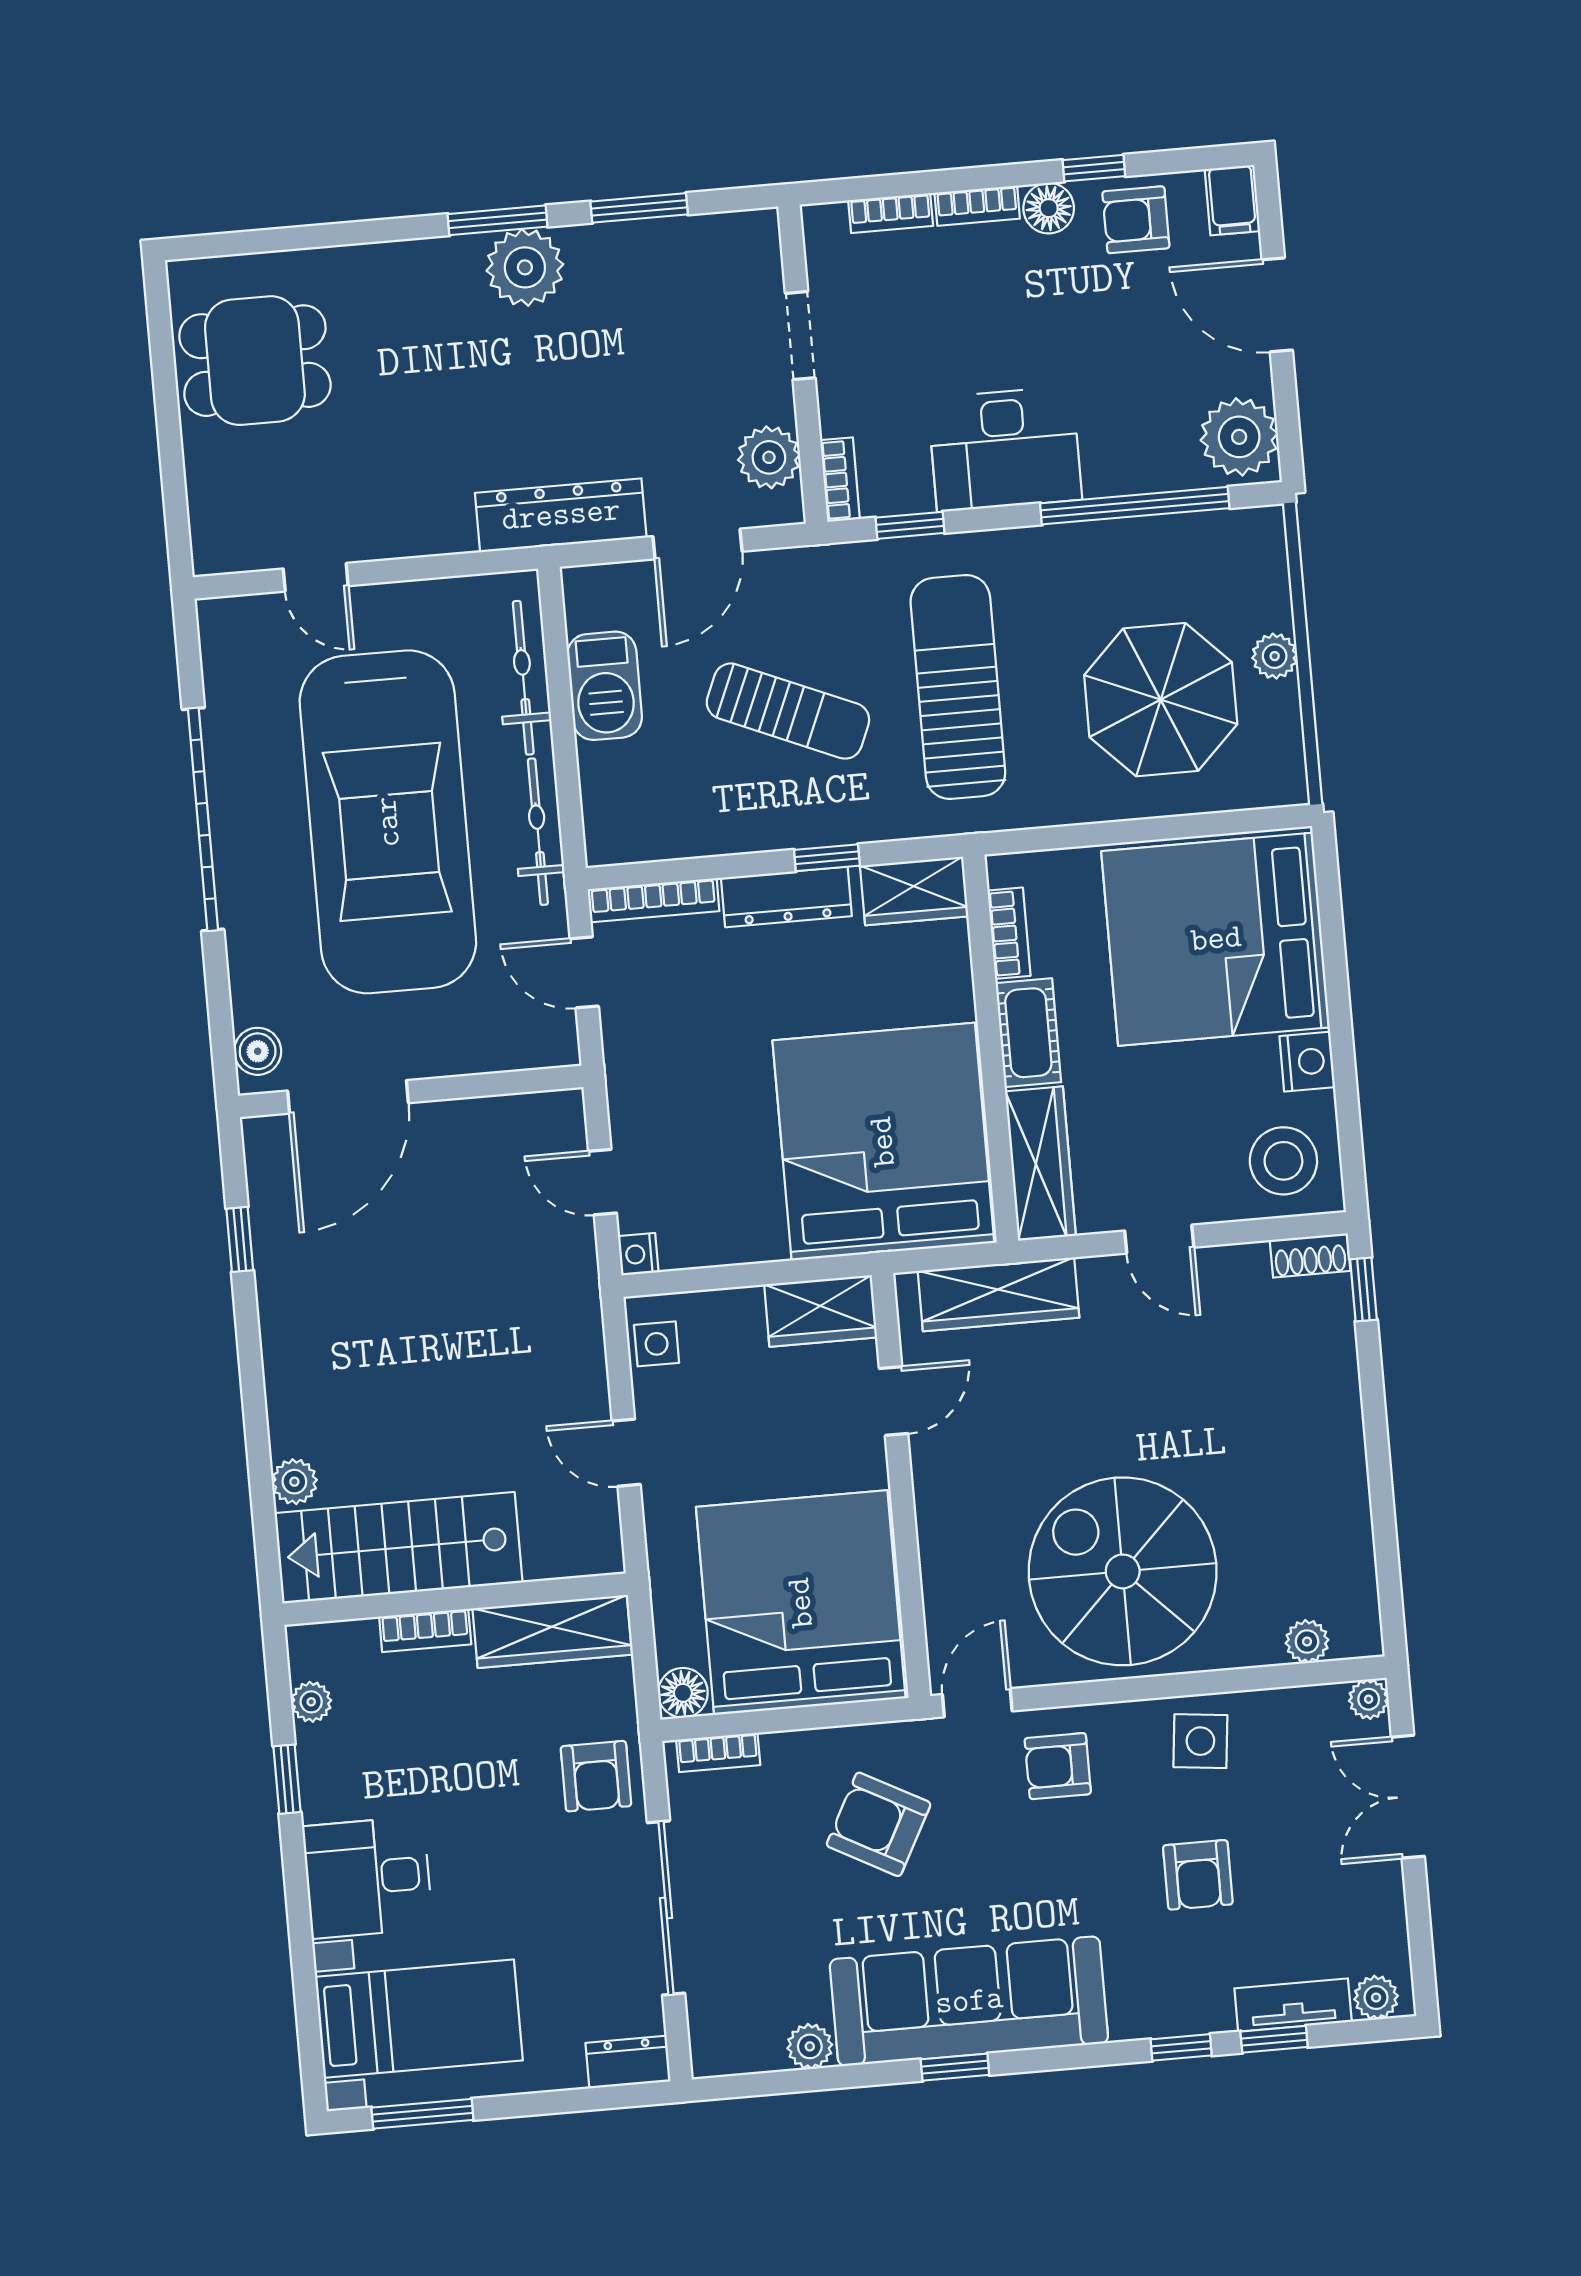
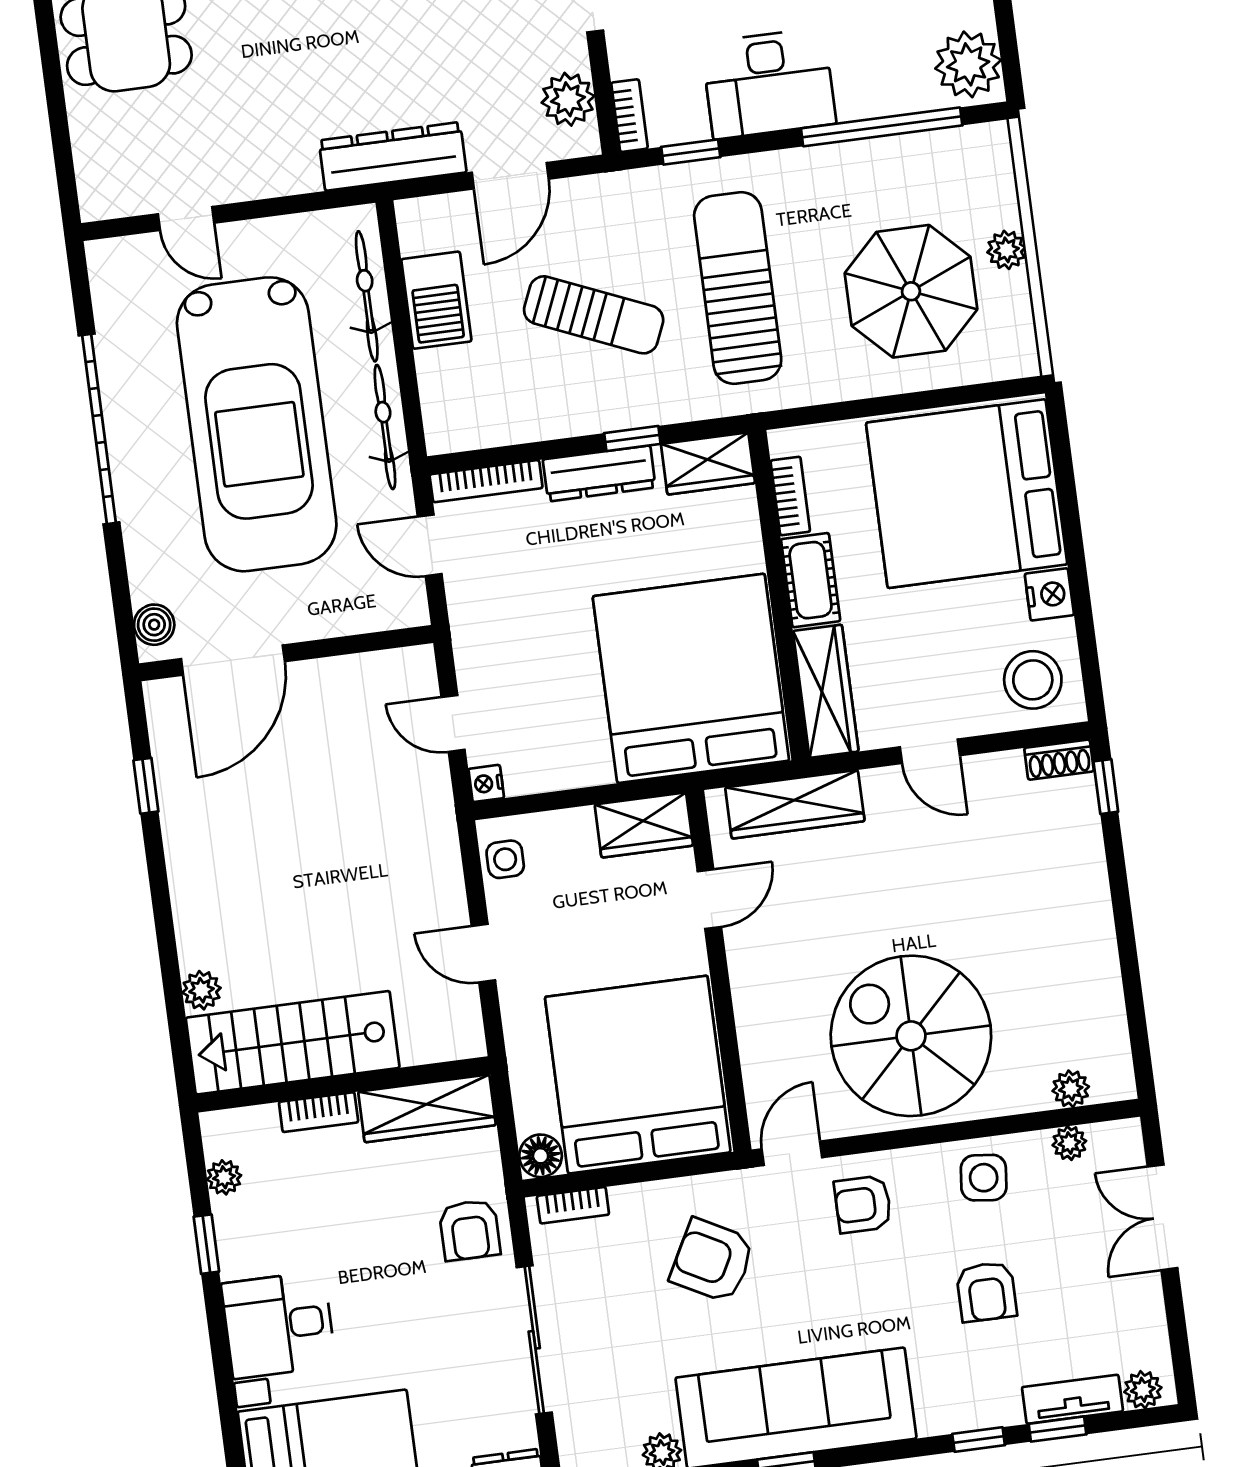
plant: (1369, 1699) -> (1069, 1143), moved

